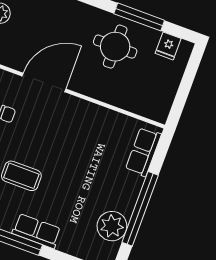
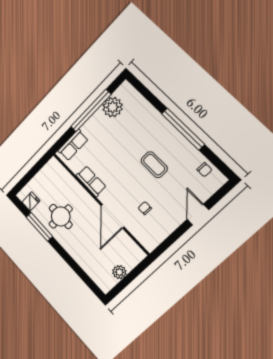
door: (44, 82) -> (112, 216), hinge flipped
row of seats: (37, 231) -> (91, 181), moved, turned 180

